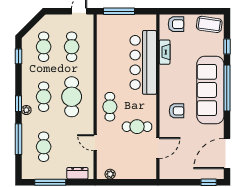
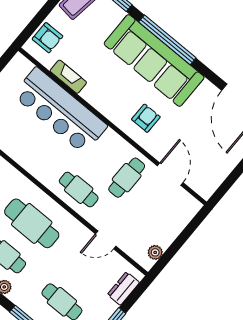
armchair: (176, 24) -> (48, 38), turned 90

